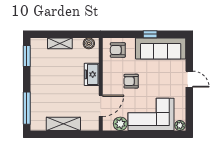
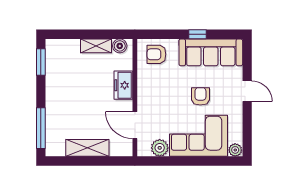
shelving: (60, 43) -> (96, 46), moved
armchair: (131, 81) -> (200, 96), moved, turned 90
door: (101, 106) -> (135, 125), swing flipped

